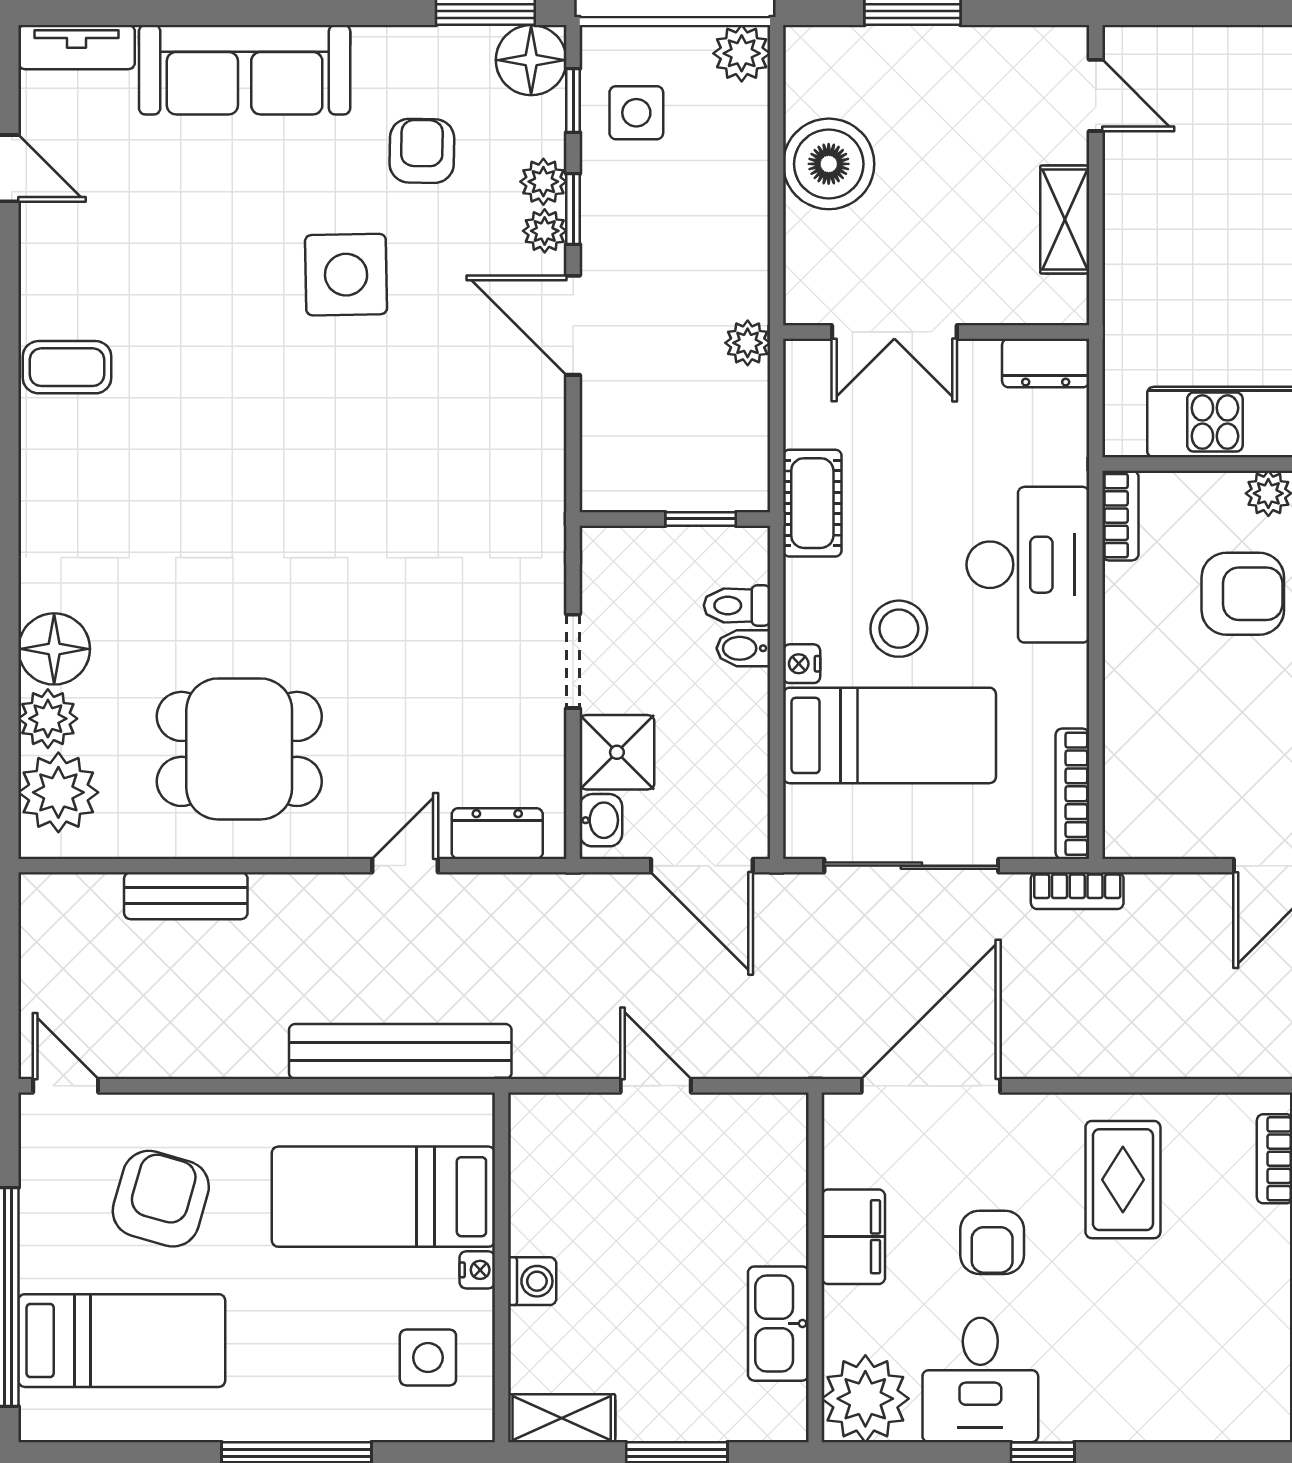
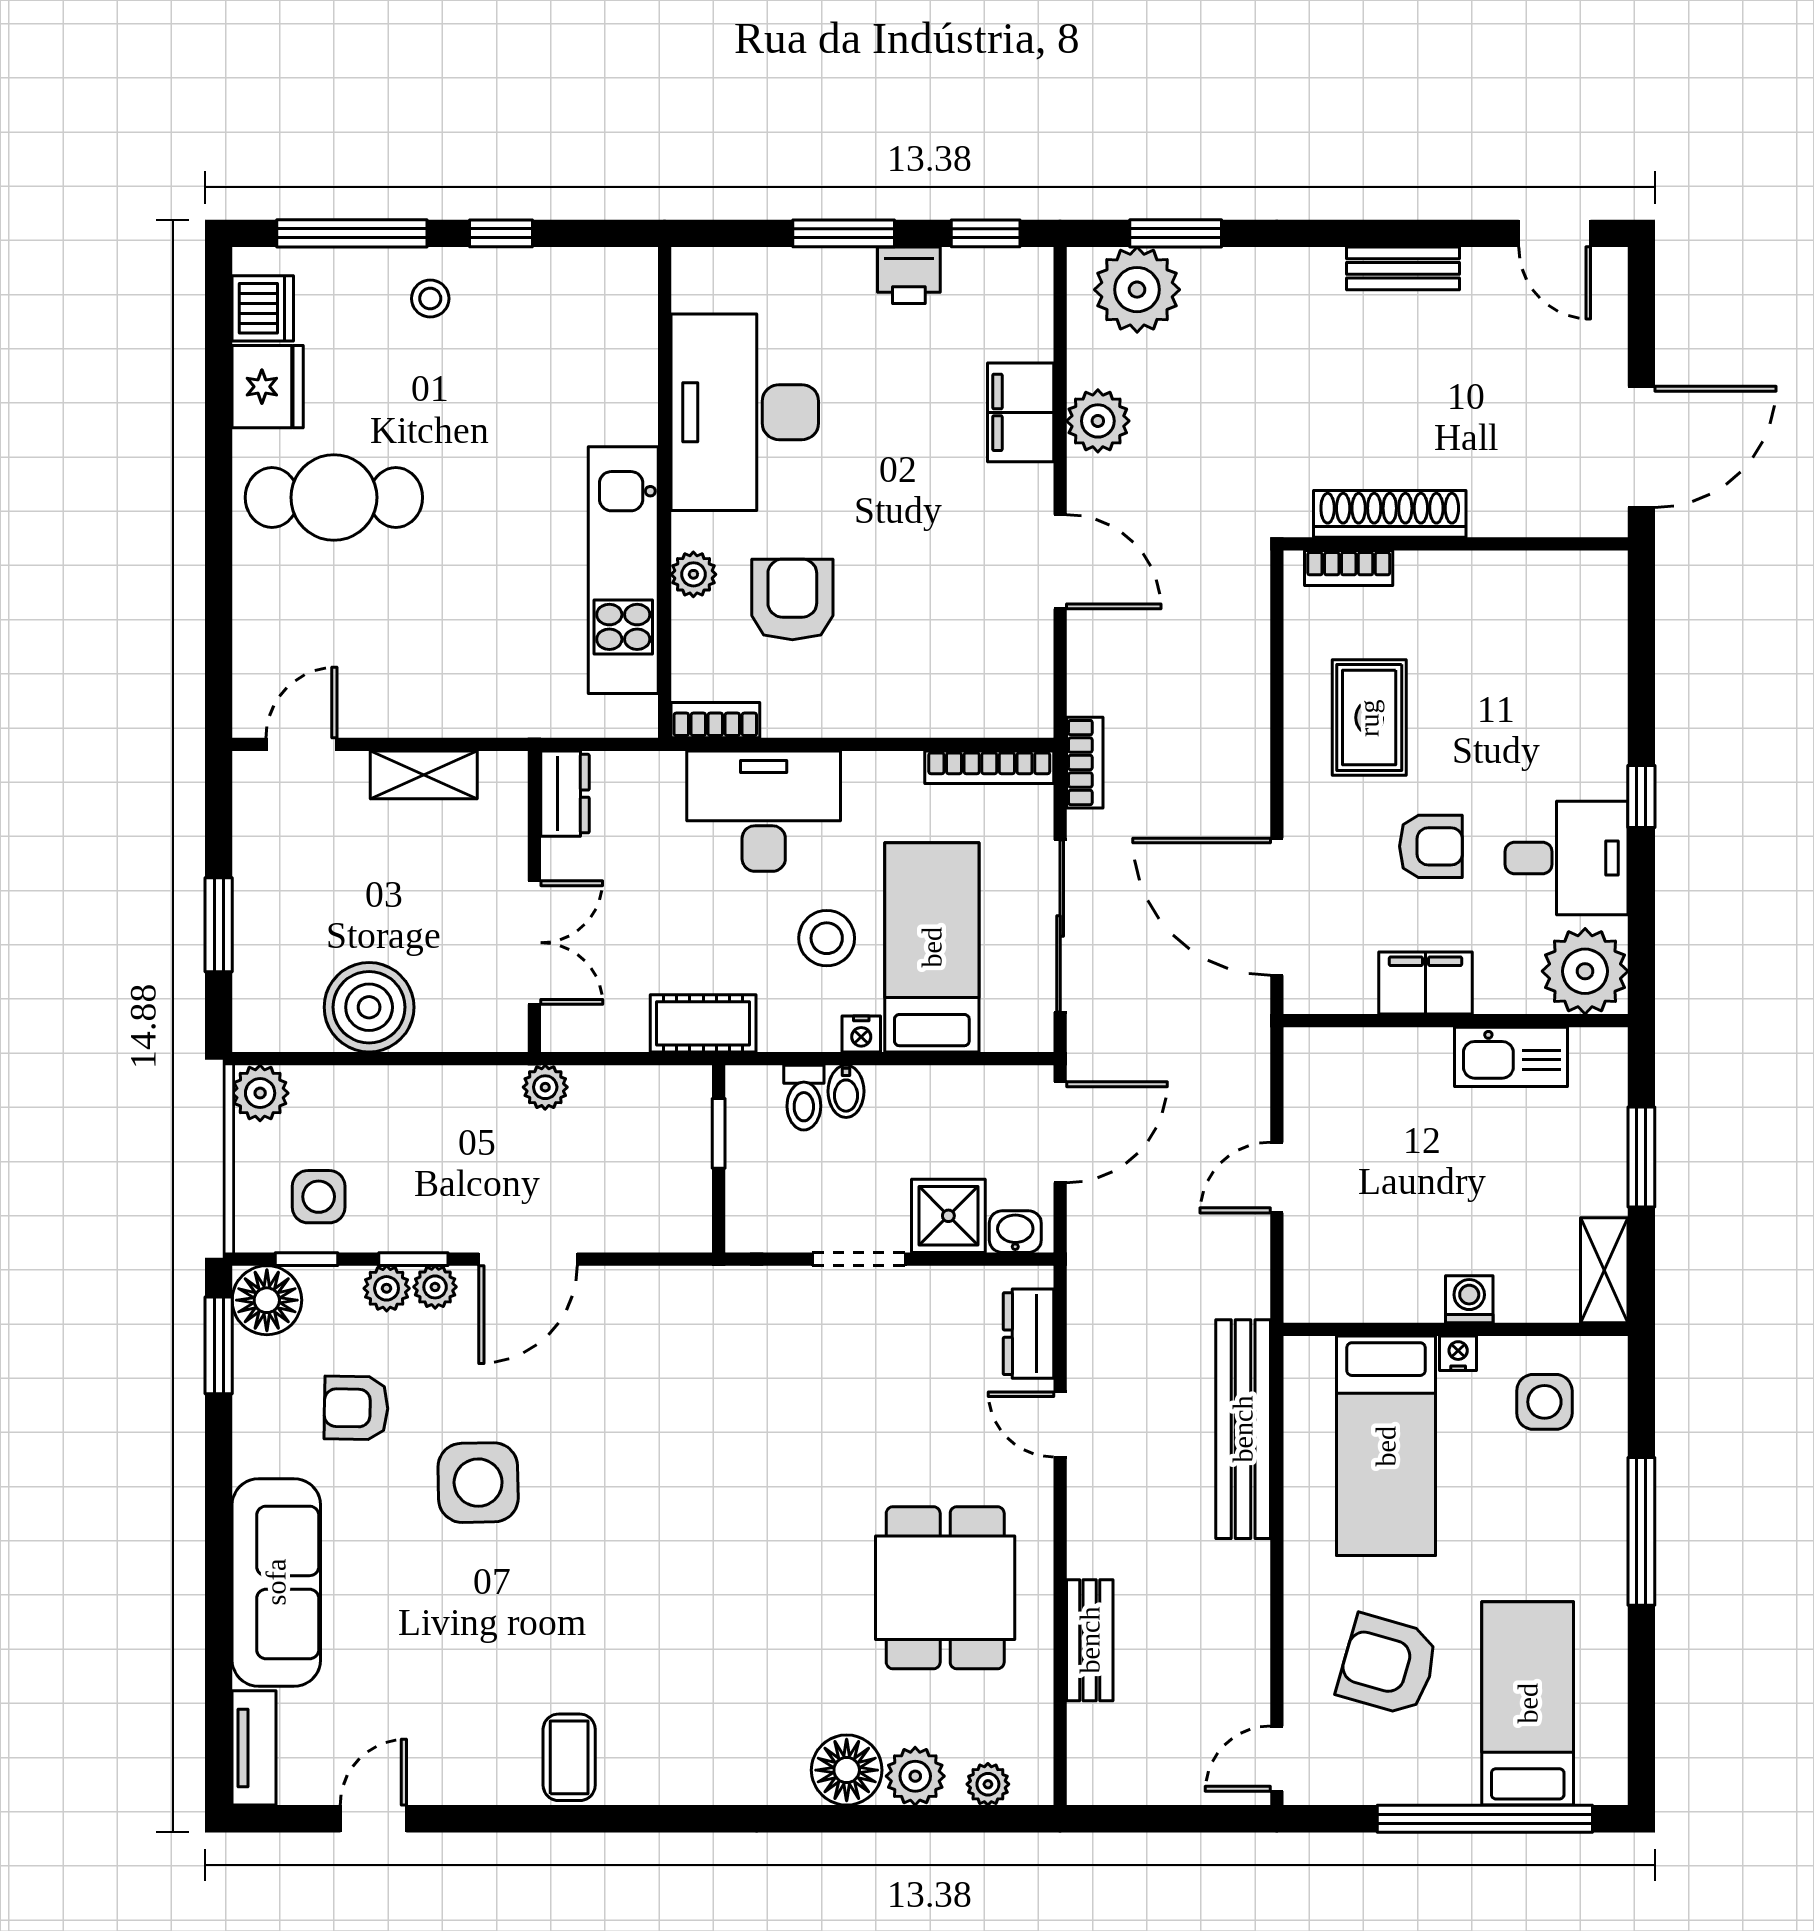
plant: (58, 792) -> (988, 1784), width x0.53, depth x0.53
rug: (1123, 1180) -> (1369, 718), turned 90

